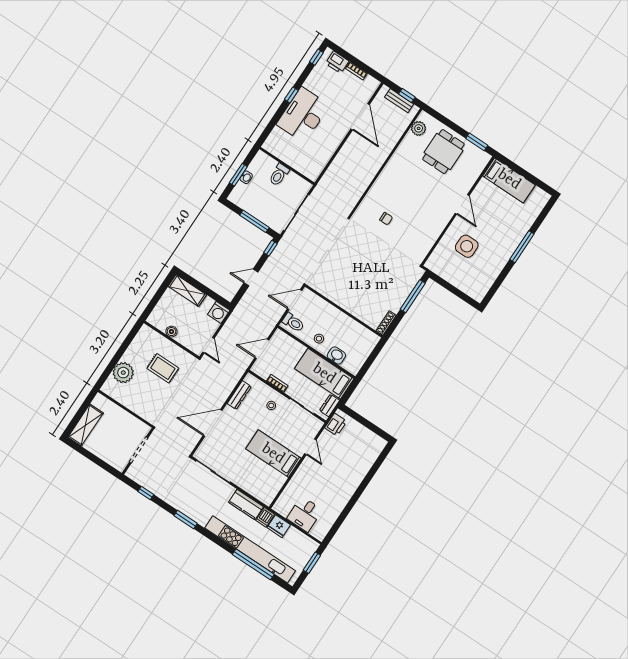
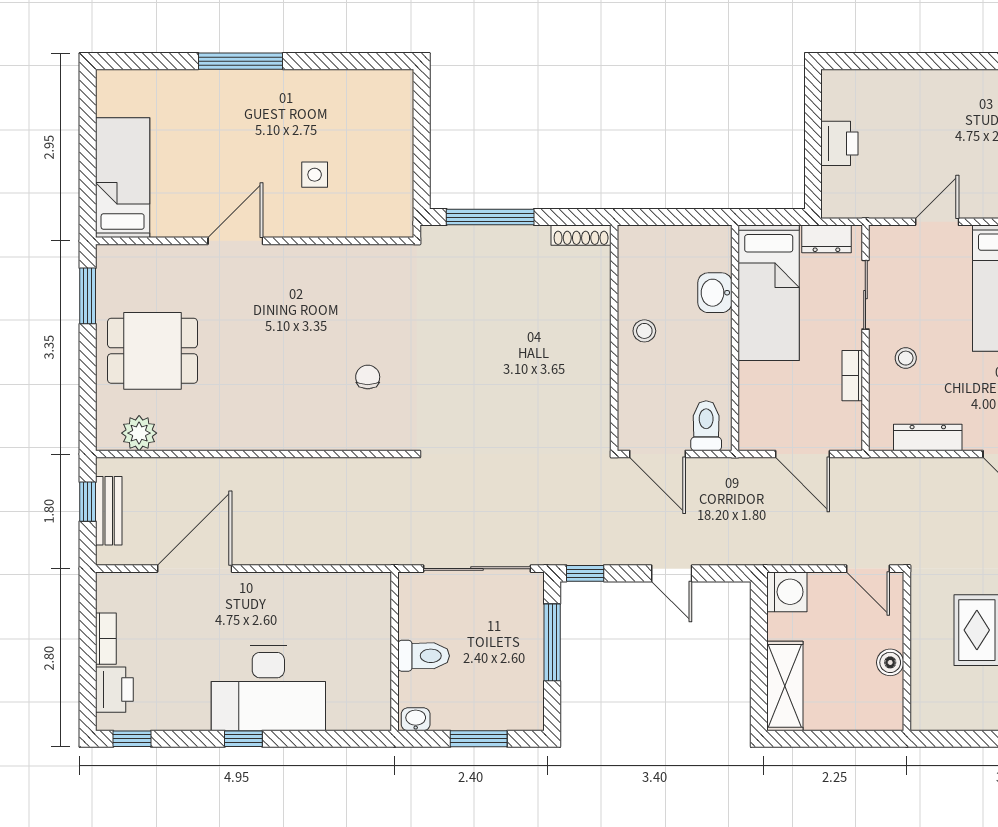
washbasin: (246, 177) -> (416, 719), moved
side table: (467, 246) -> (315, 175), width x0.54, depth x0.54
stool: (319, 339) -> (644, 331), moved
door: (208, 345) -> (868, 569), swing flipped
printer: (336, 425) -> (839, 143), moved, turned 90

